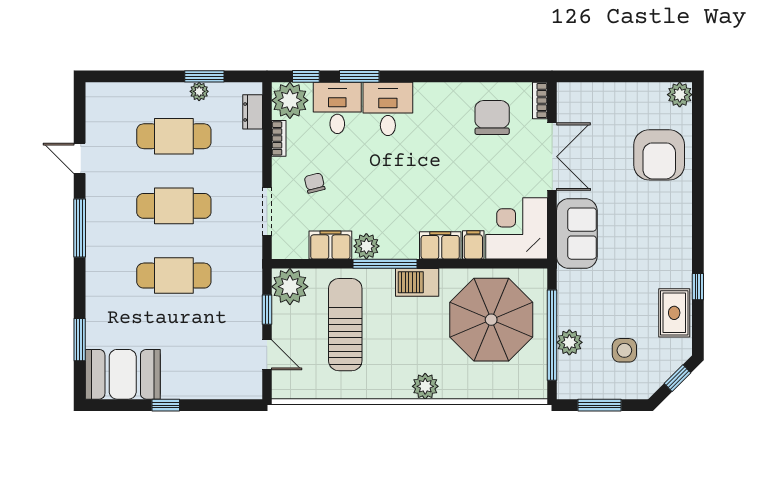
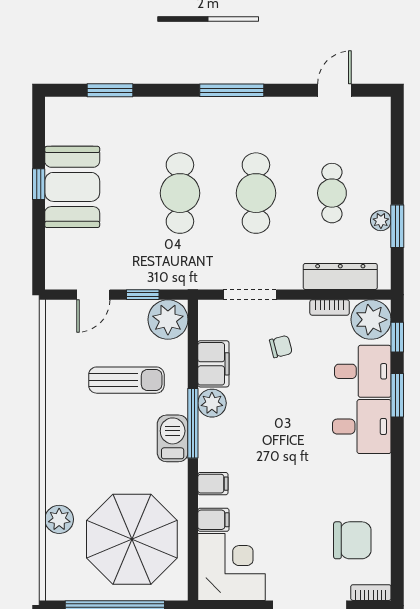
dresser: (253, 112) -> (340, 276), width x1.96, depth x1.24
cafe table: (174, 136) -> (332, 193), width x0.73, depth x0.74
door: (80, 158) -> (334, 90), moved
filing cabinet: (440, 245) -> (213, 484), width x0.50
barbecue: (417, 282) -> (173, 438), moved
sun lounger: (345, 325) -> (126, 380), width x0.73, depth x0.75
booth: (123, 374) -> (72, 187), moved
plant: (425, 386) -> (59, 519), moved

